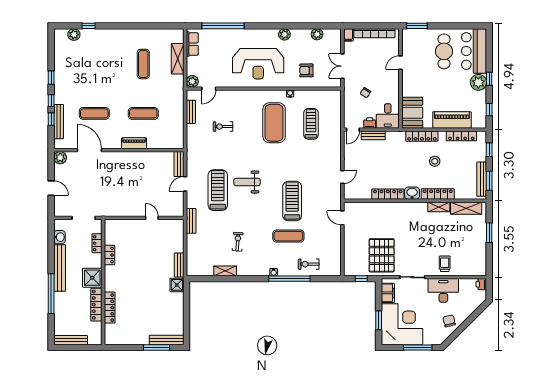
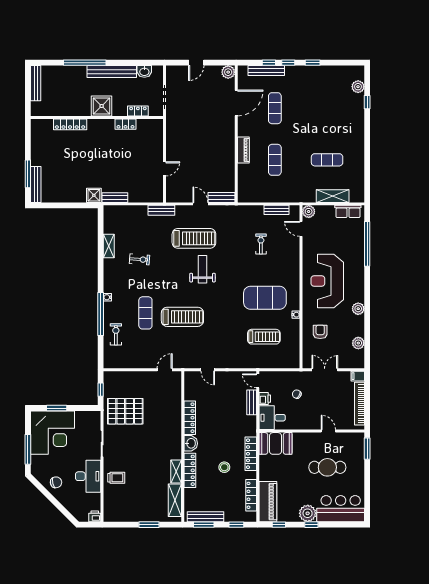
cafe table: (444, 51) -> (327, 467), moved
piano: (452, 120) -> (268, 502), moved
filing cabinet: (388, 293) -> (85, 418), removed
locker: (96, 305) -> (73, 110), removed

